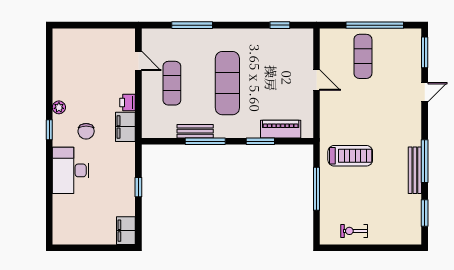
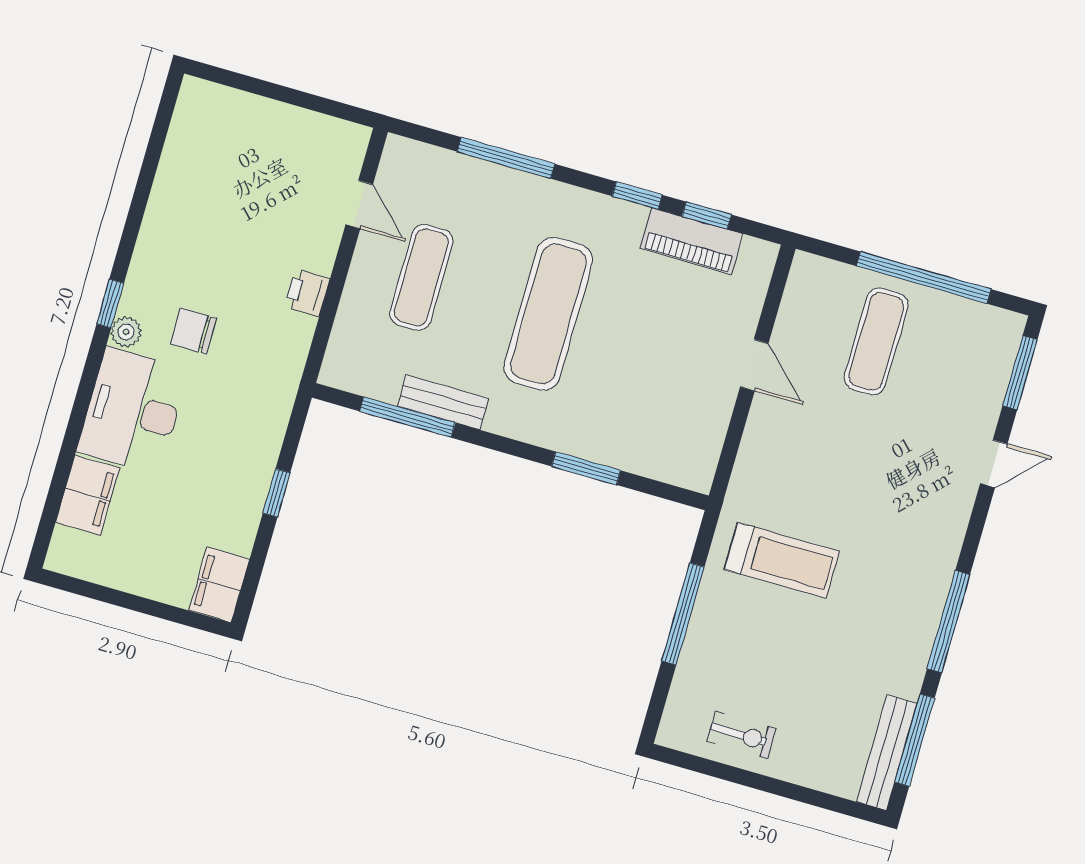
window: (250, 25) -> (637, 195), added
plant: (59, 107) -> (126, 332), moved
filing cabinet: (125, 127) -> (88, 495), moved, turned 180
piano: (281, 129) -> (692, 241), moved, turned 180
chair: (86, 131) -> (194, 331), turned 90
window: (205, 141) -> (407, 417), moved
bench: (415, 170) -> (887, 753), moved
window: (425, 213) -> (915, 740), width x1.44
exercise bike: (354, 231) -> (741, 735), turned 180

